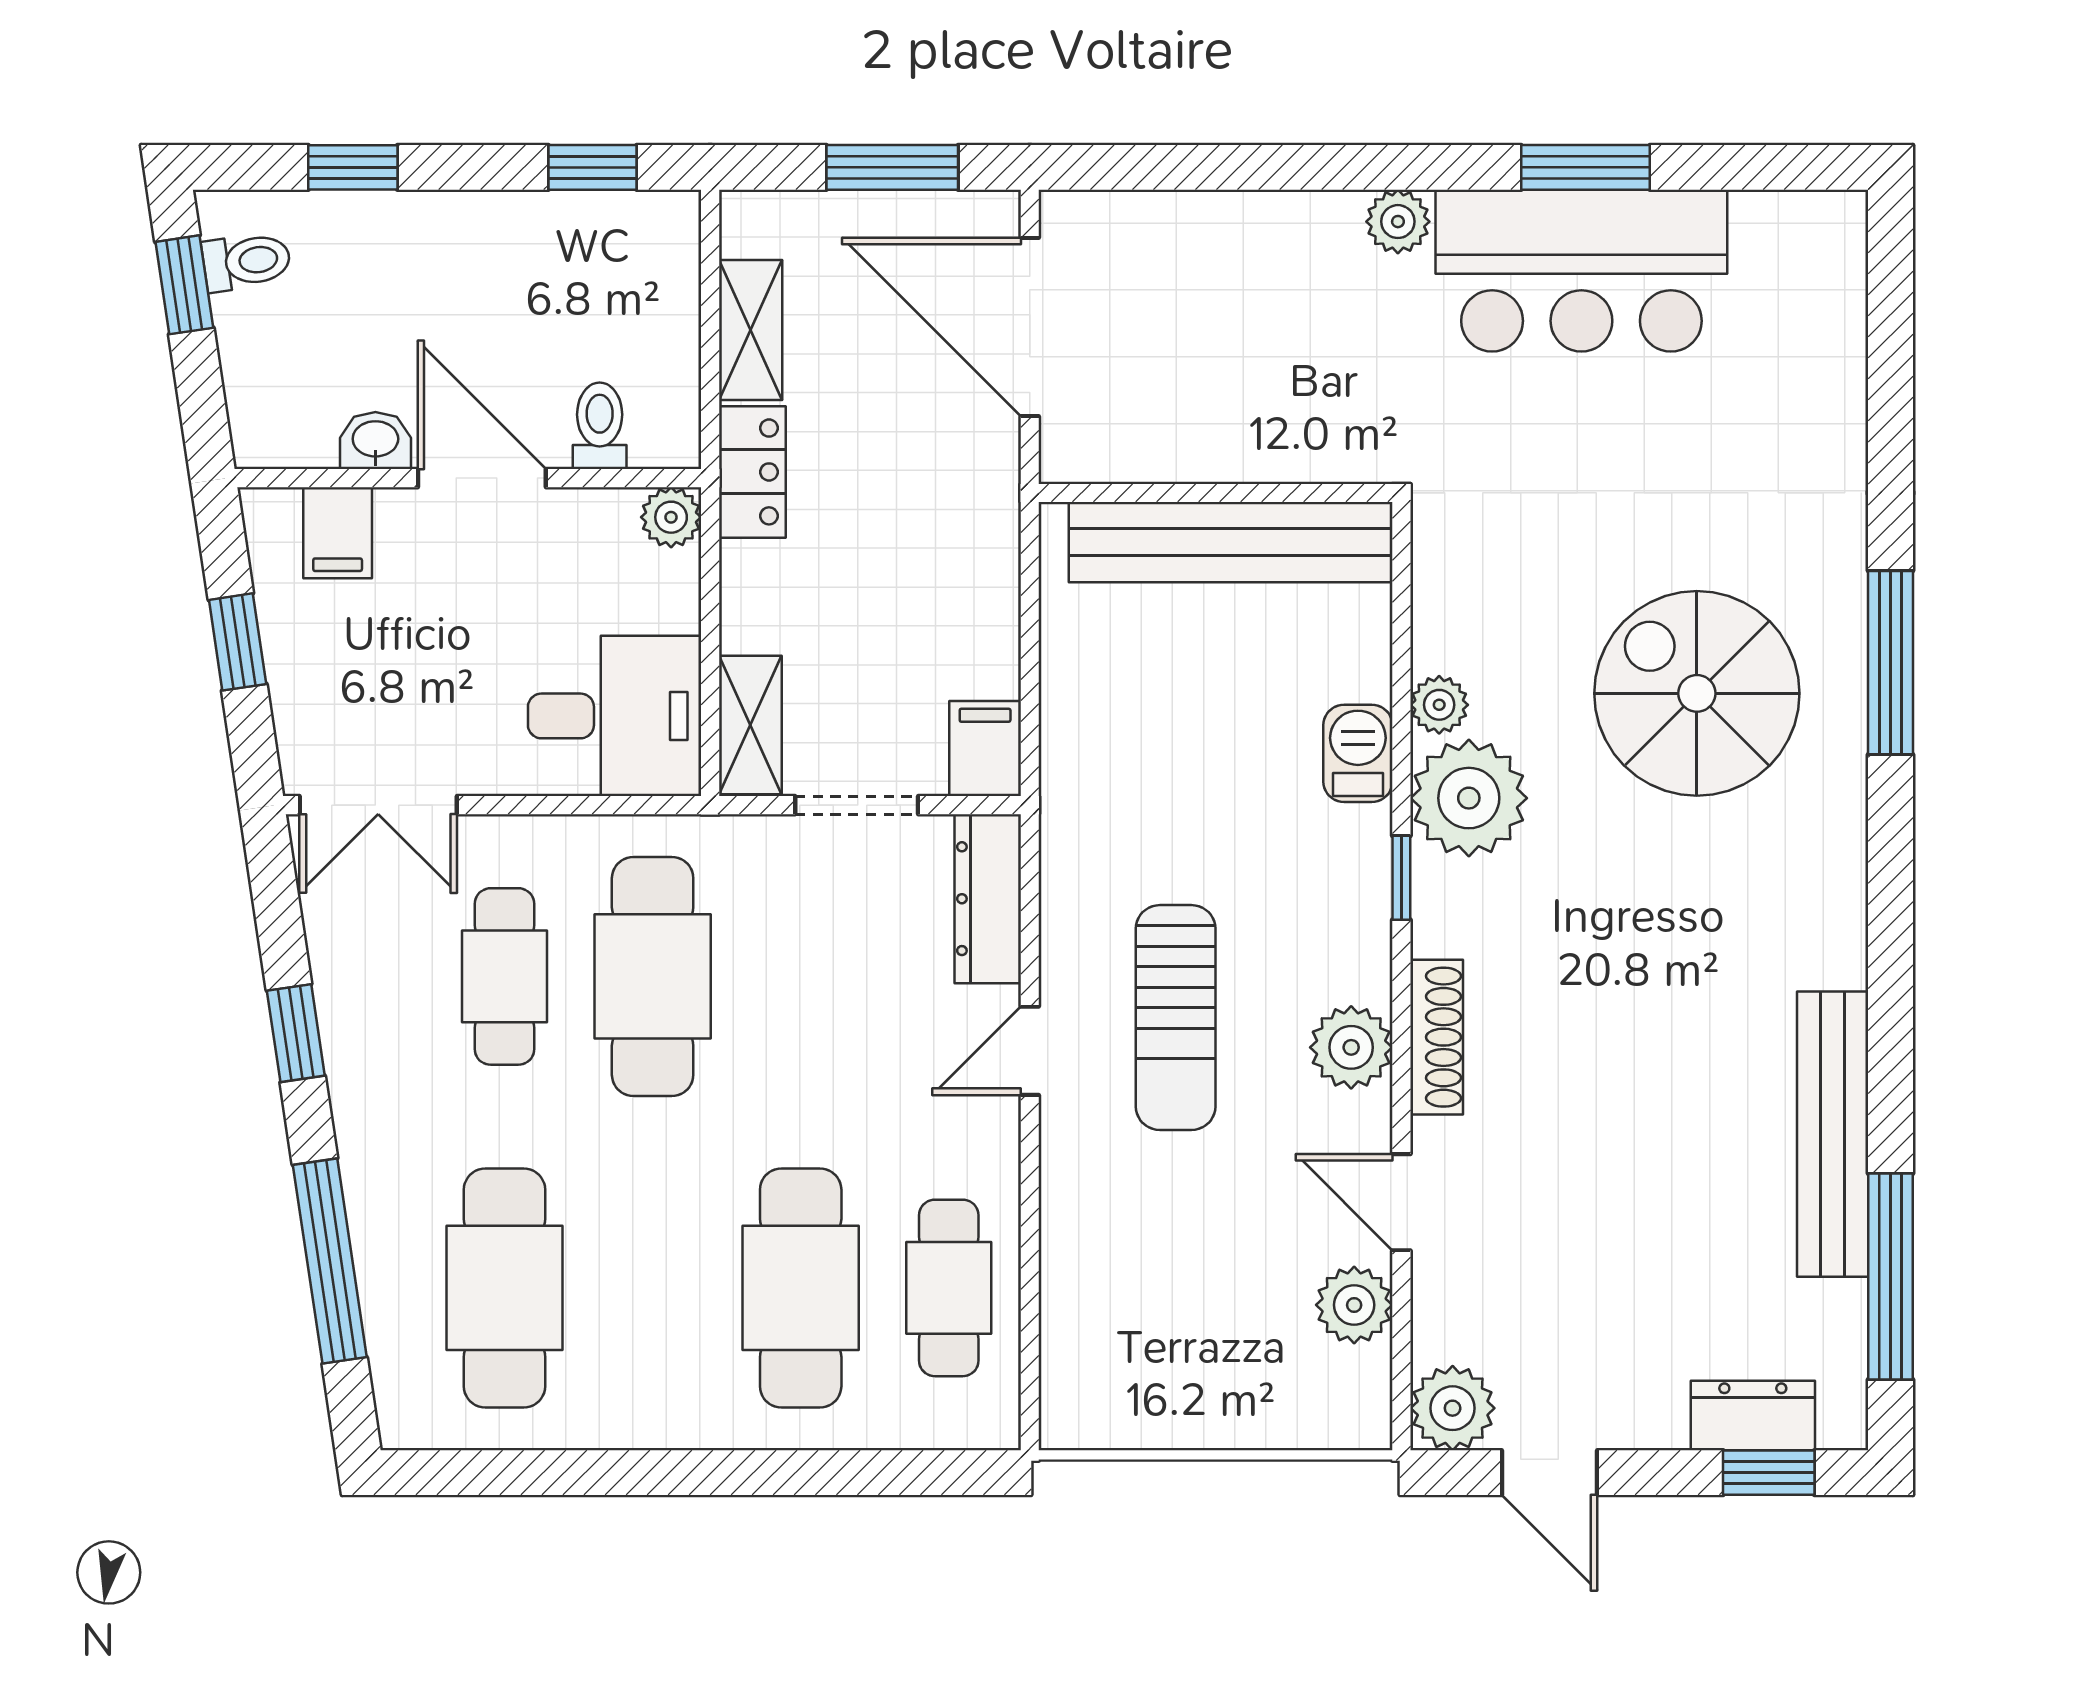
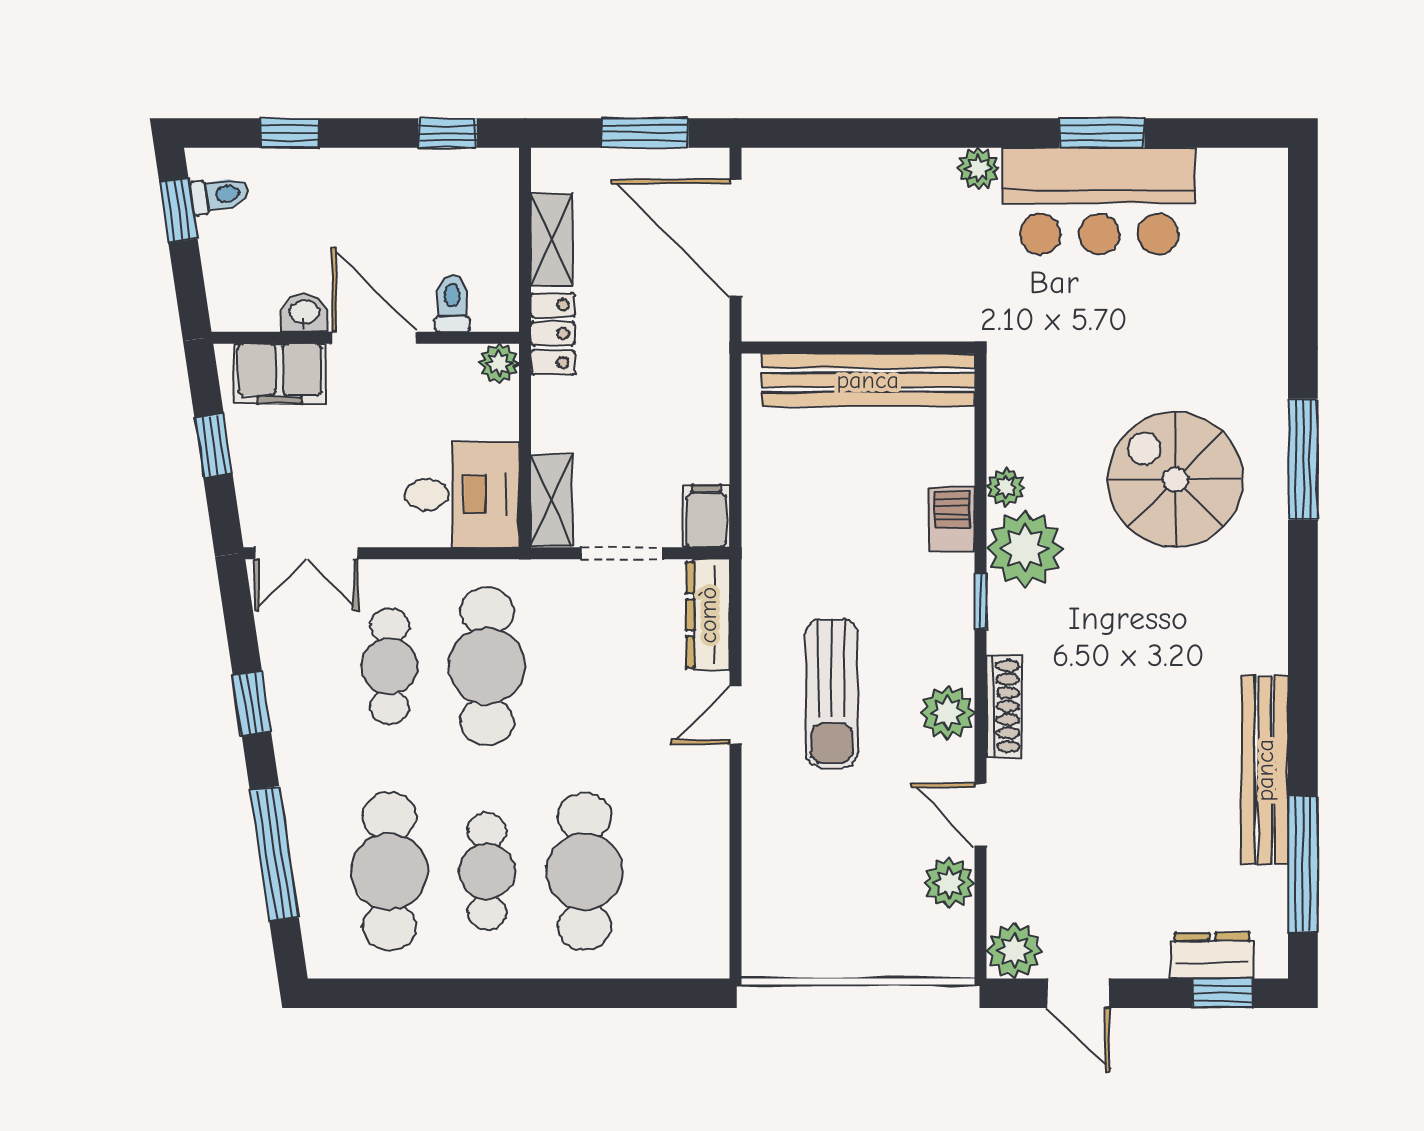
filing cabinet: (338, 533) -> (279, 374), width x2.00
cafe table: (949, 1288) -> (487, 871), moved

